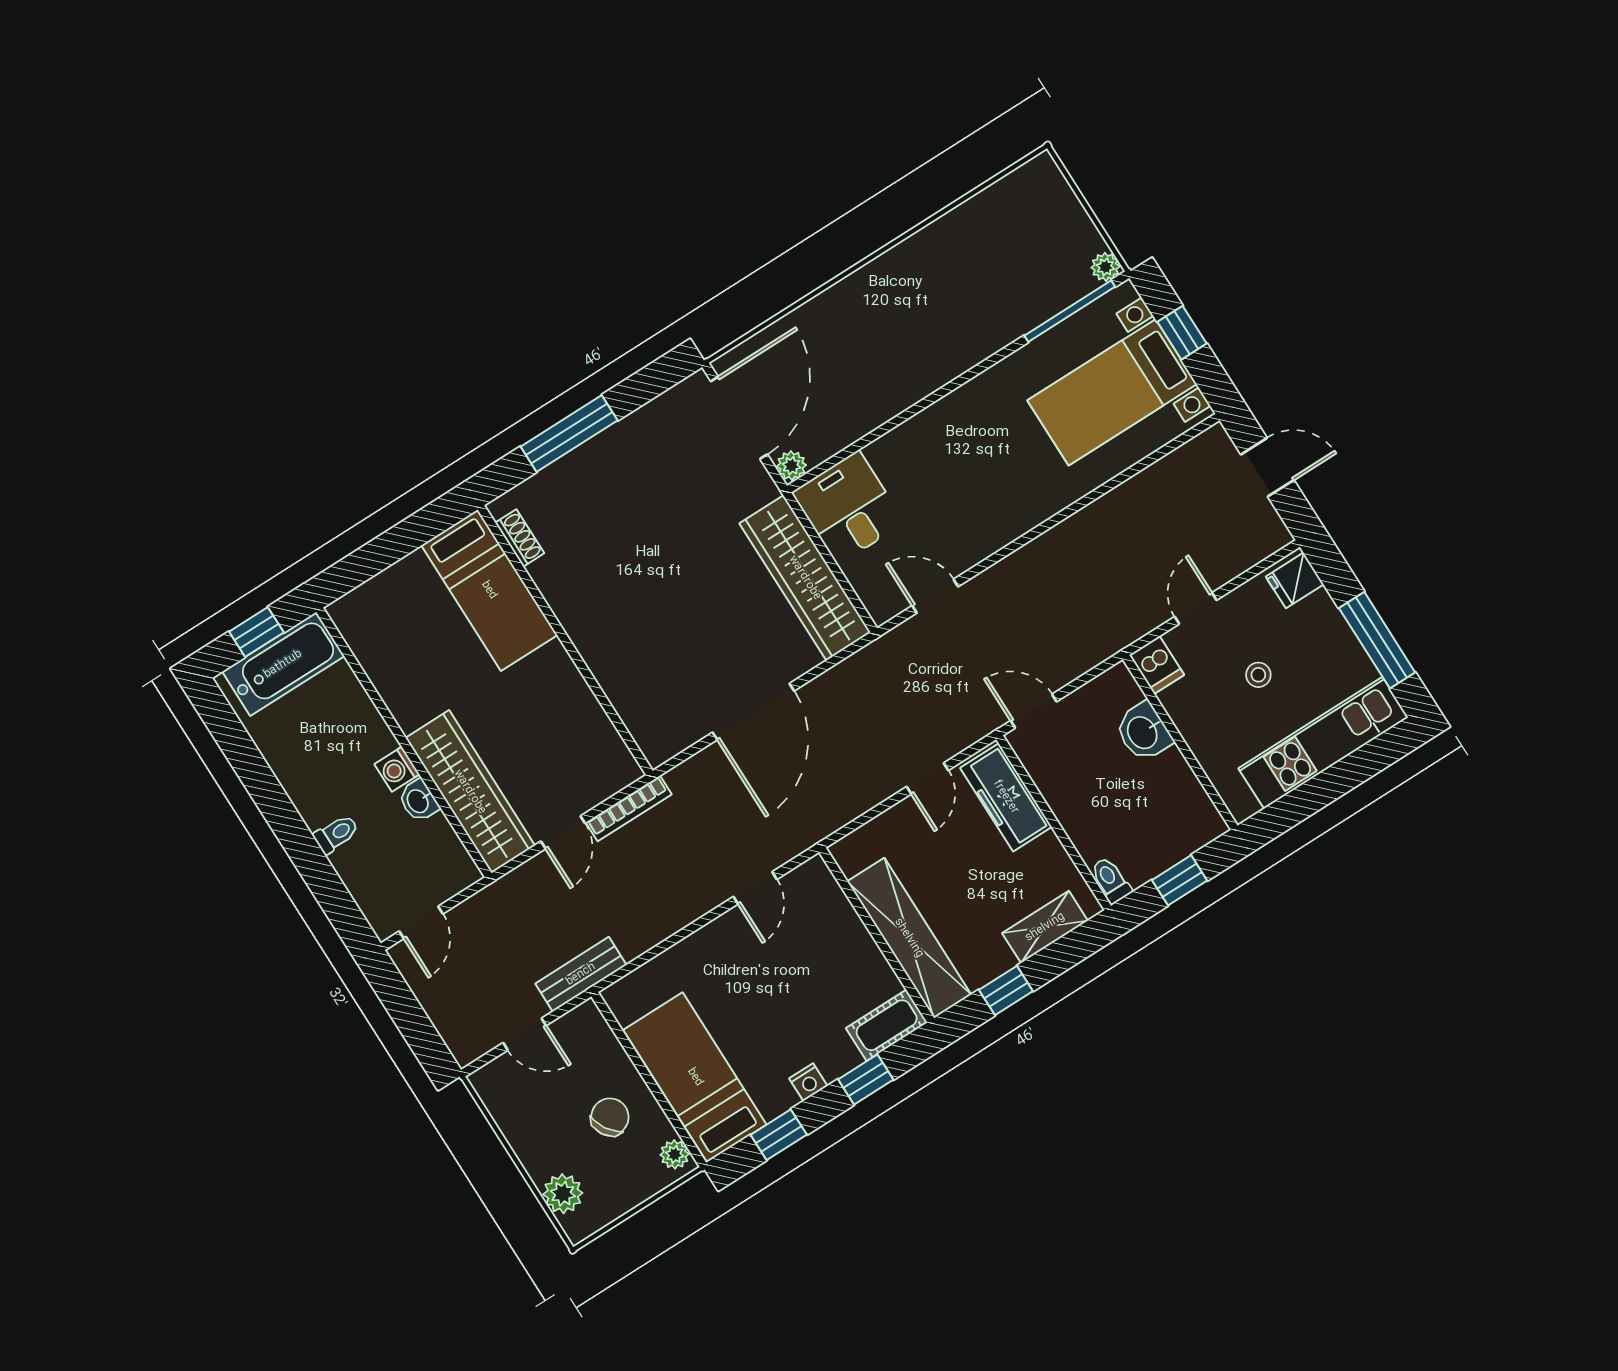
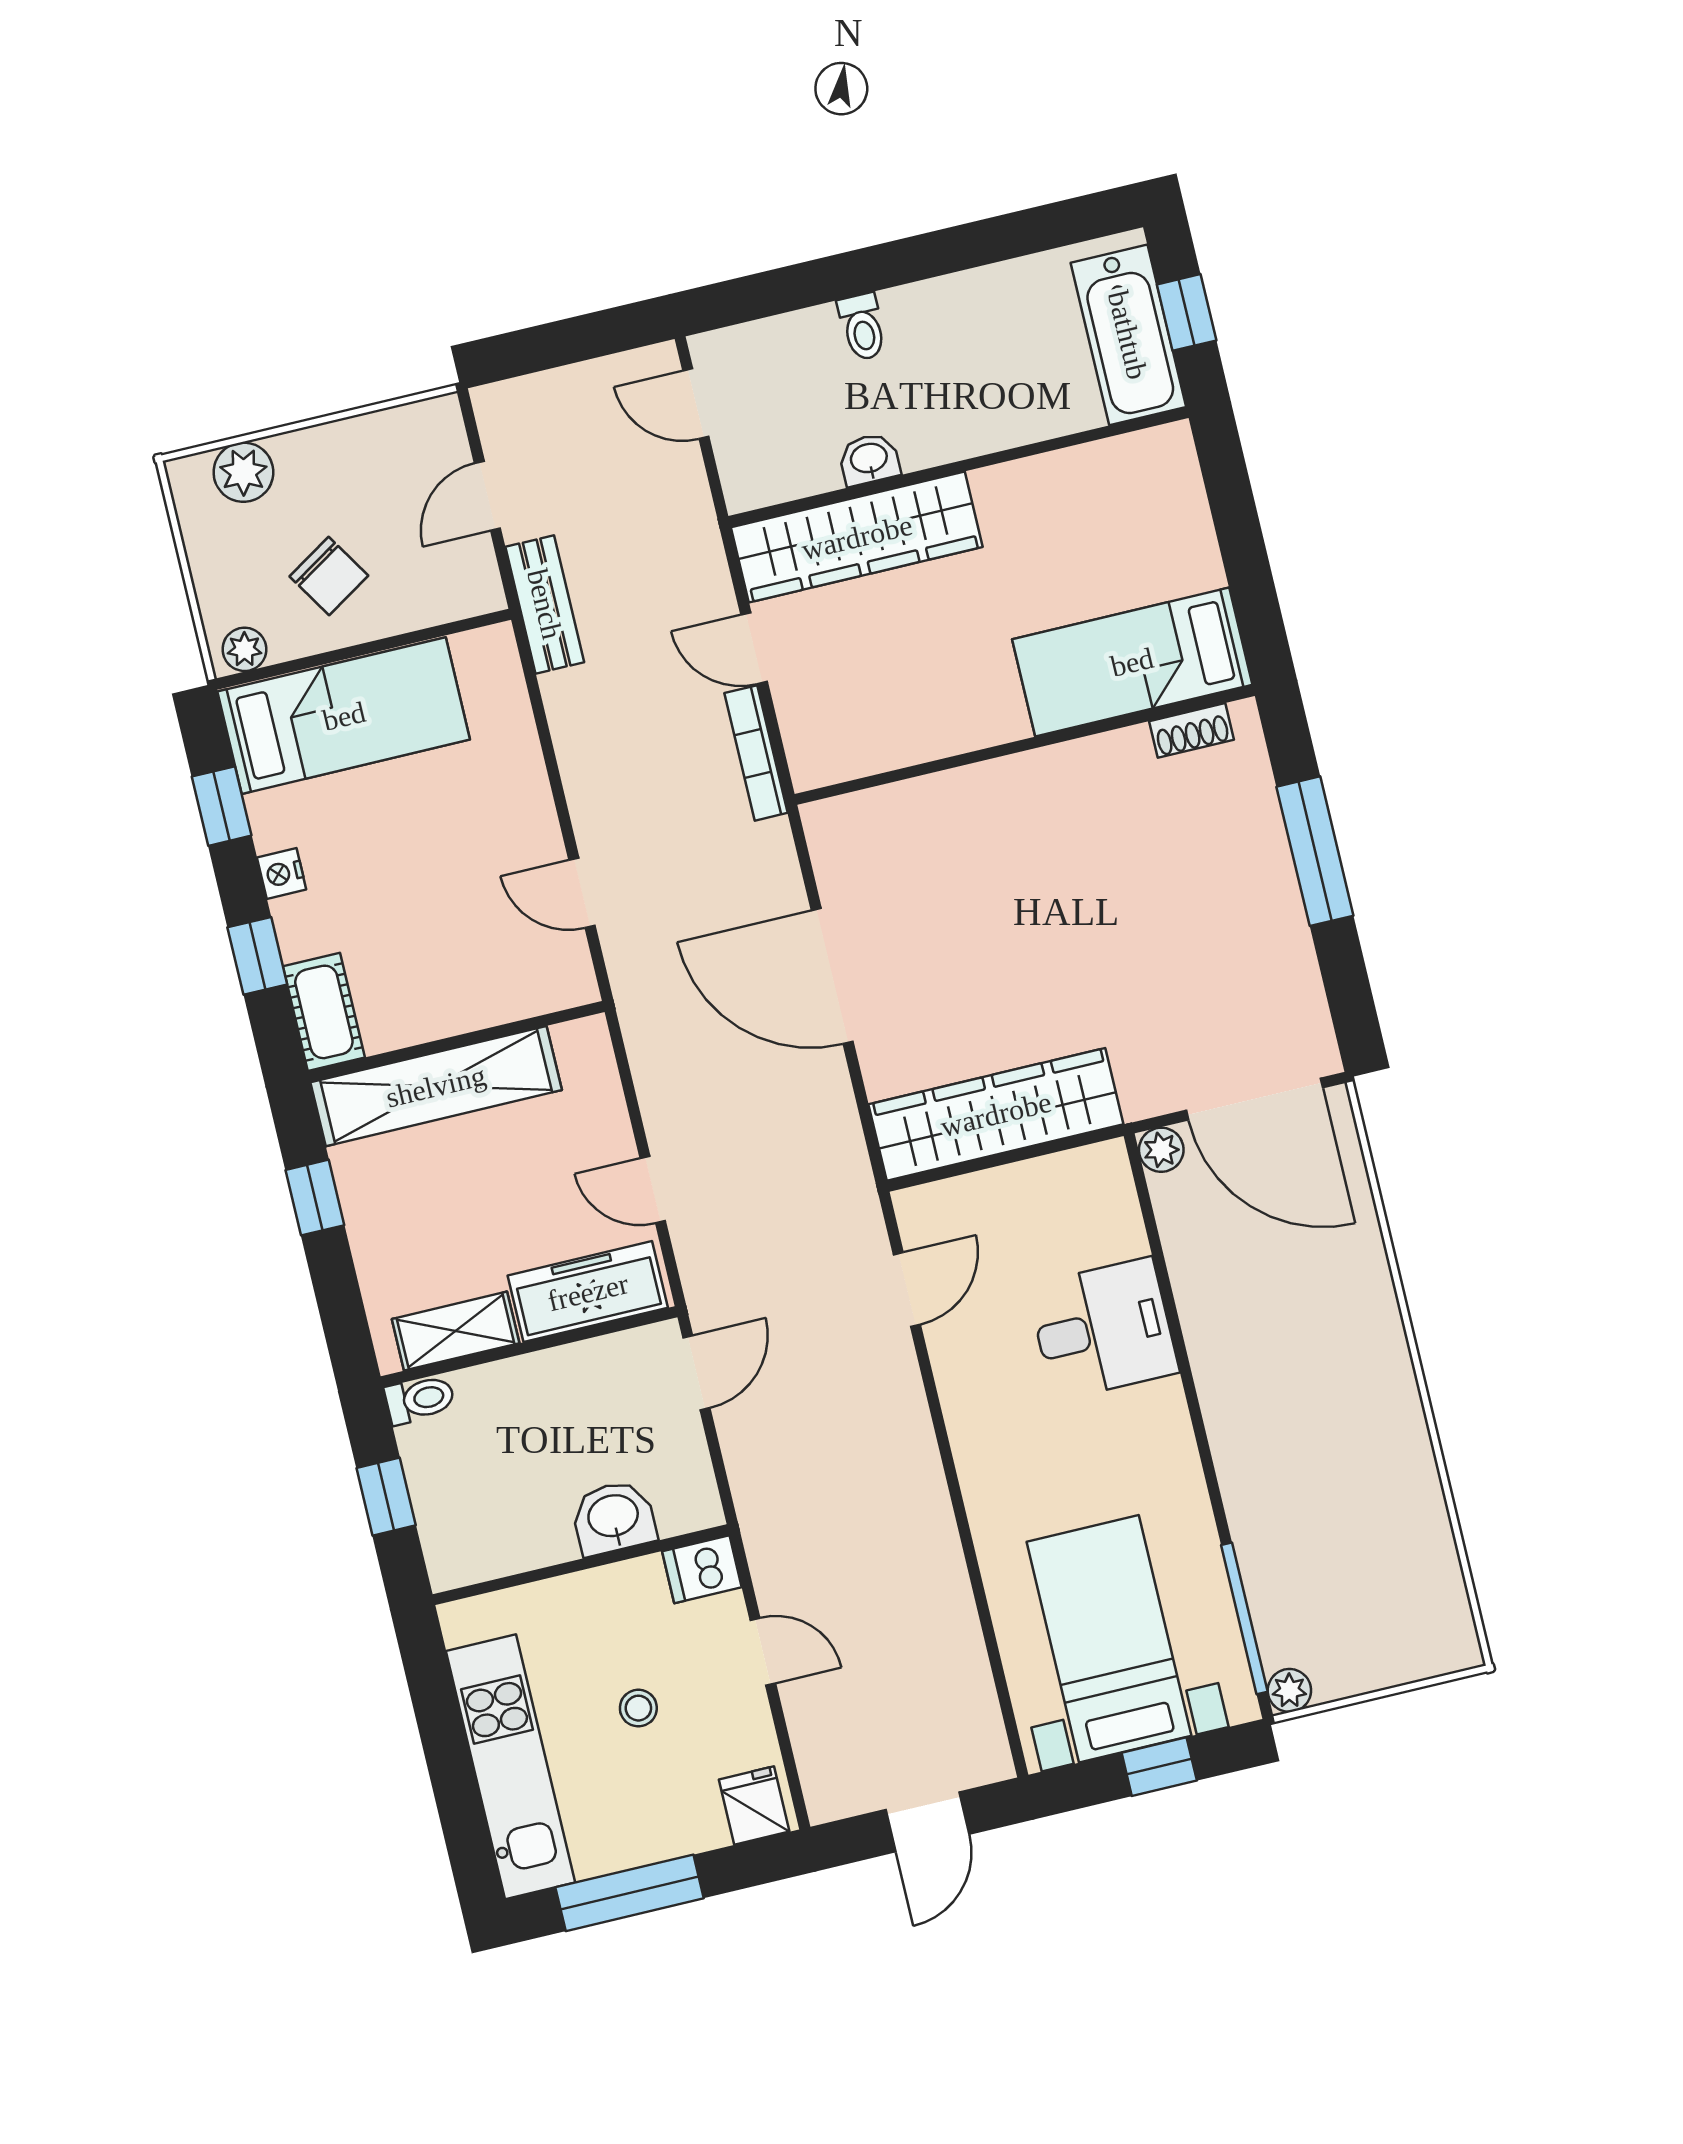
desk: (848, 508) -> (1103, 1329), moved
washing machine: (397, 769) -> (924, 444), removed
shelving: (1045, 927) -> (456, 1331), moved, turned 90

